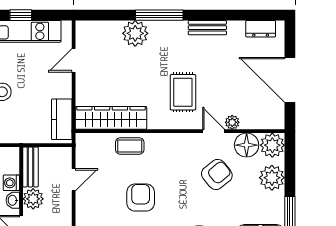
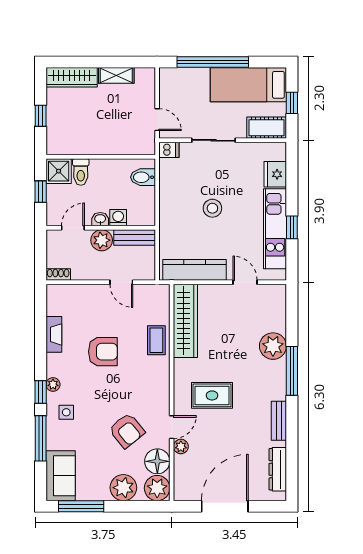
dresser: (261, 29) -> (278, 469), width x1.44
kitchen counter: (62, 119) -> (194, 270), width x1.50

